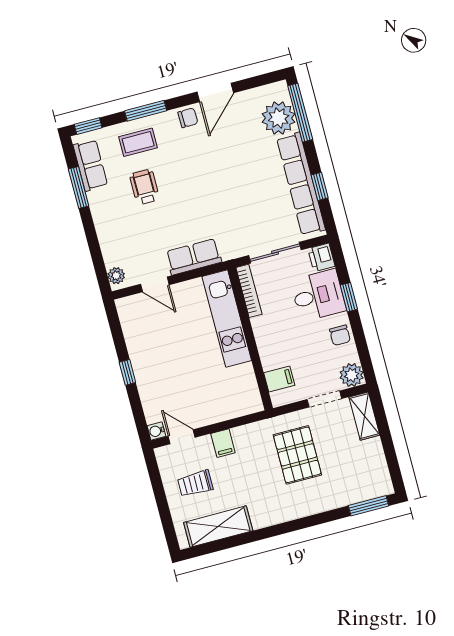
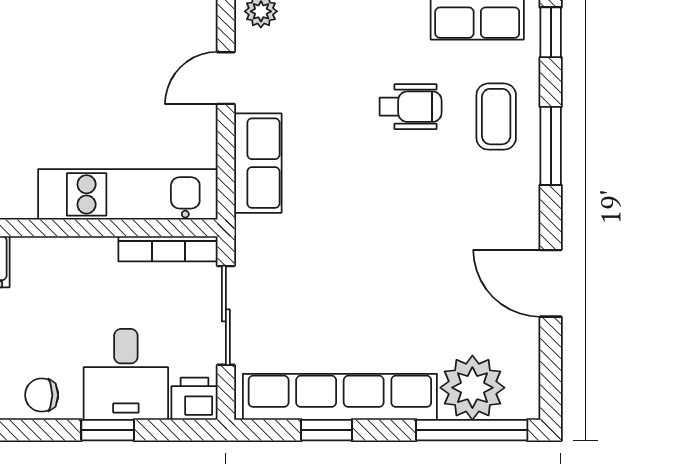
chair: (188, 118) -> (517, 220), removed

